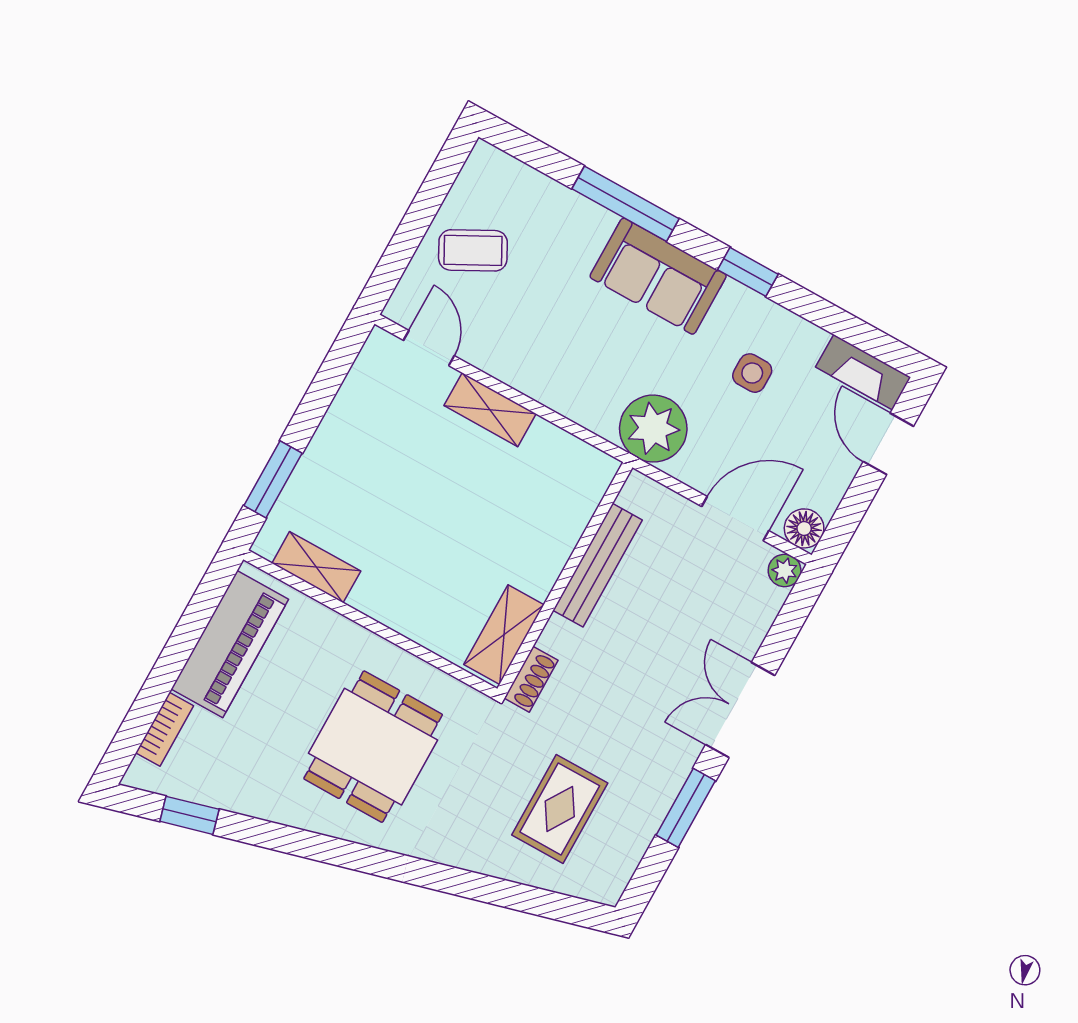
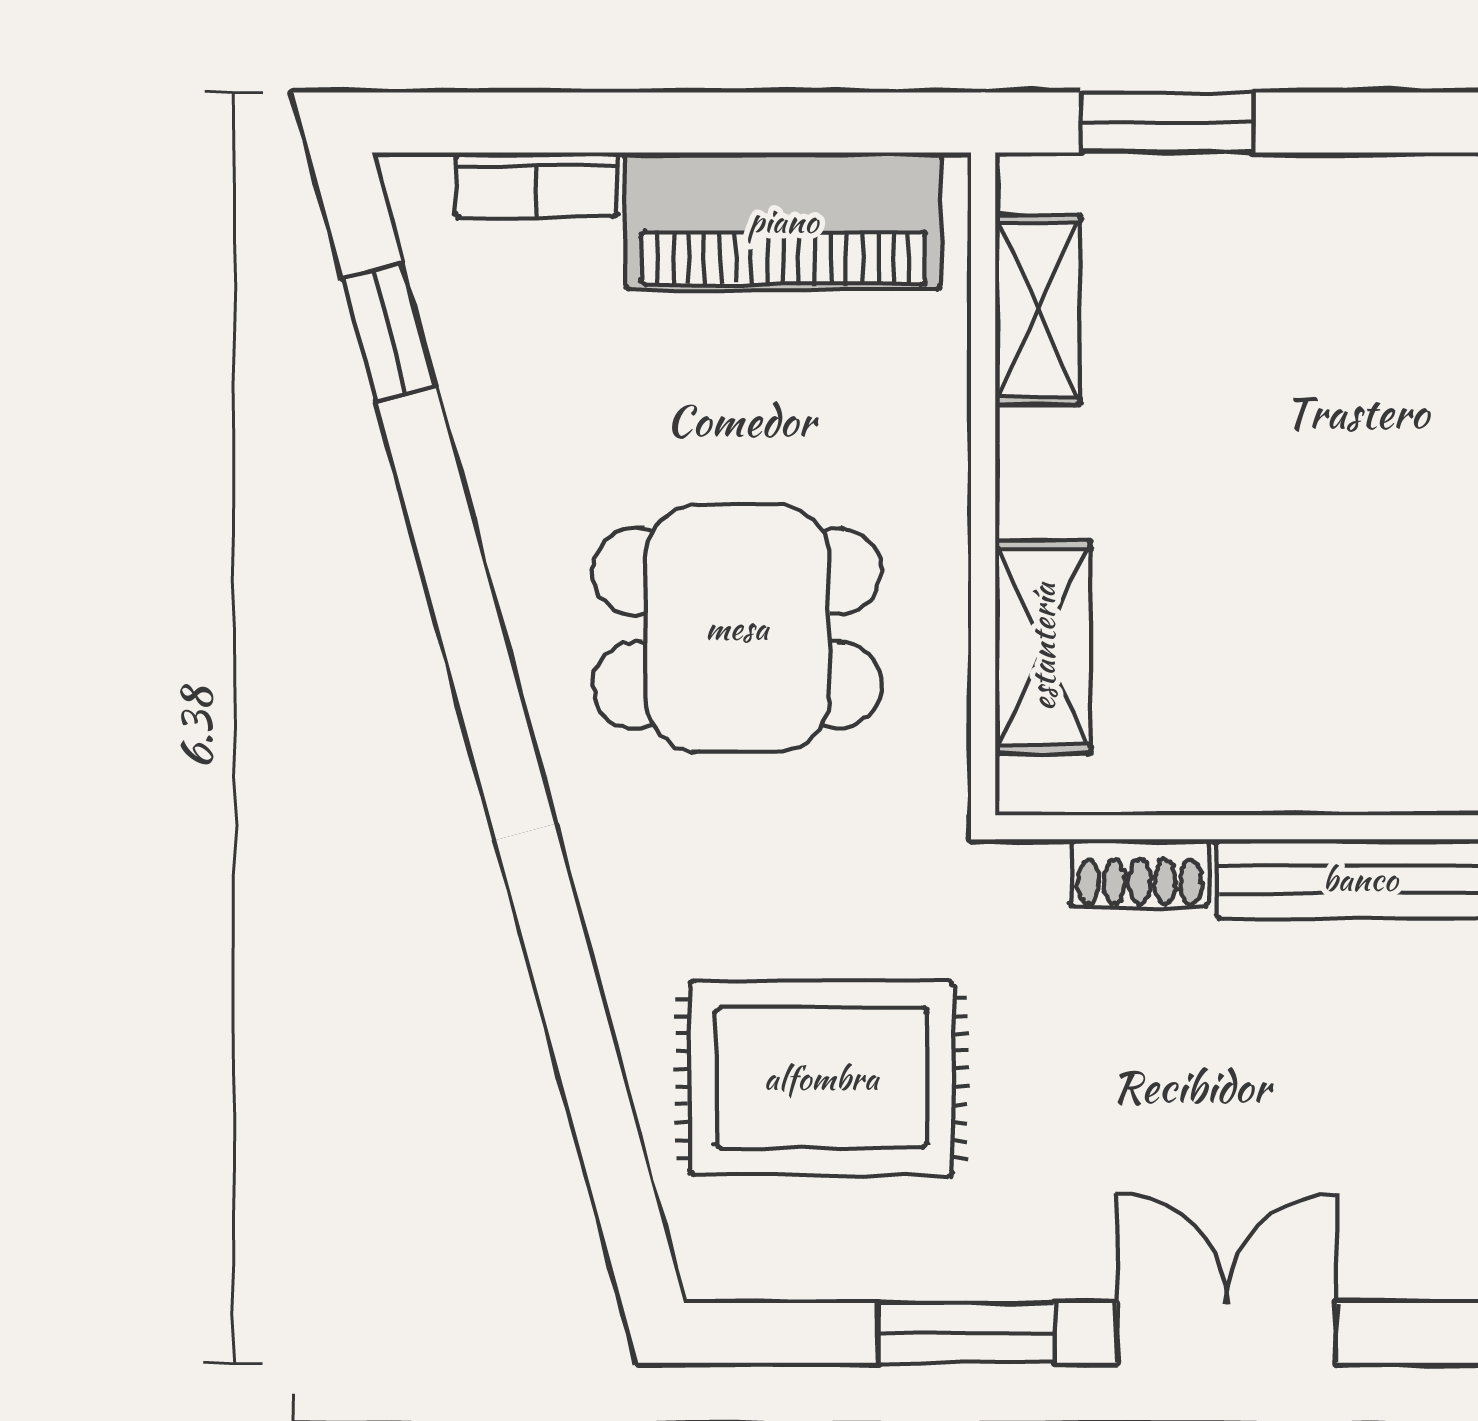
shelving: (504, 635) -> (1043, 647), moved, turned 90
shoe rack: (531, 679) -> (1140, 873), moved
rug: (560, 809) -> (821, 1078), width x1.36, depth x1.43

